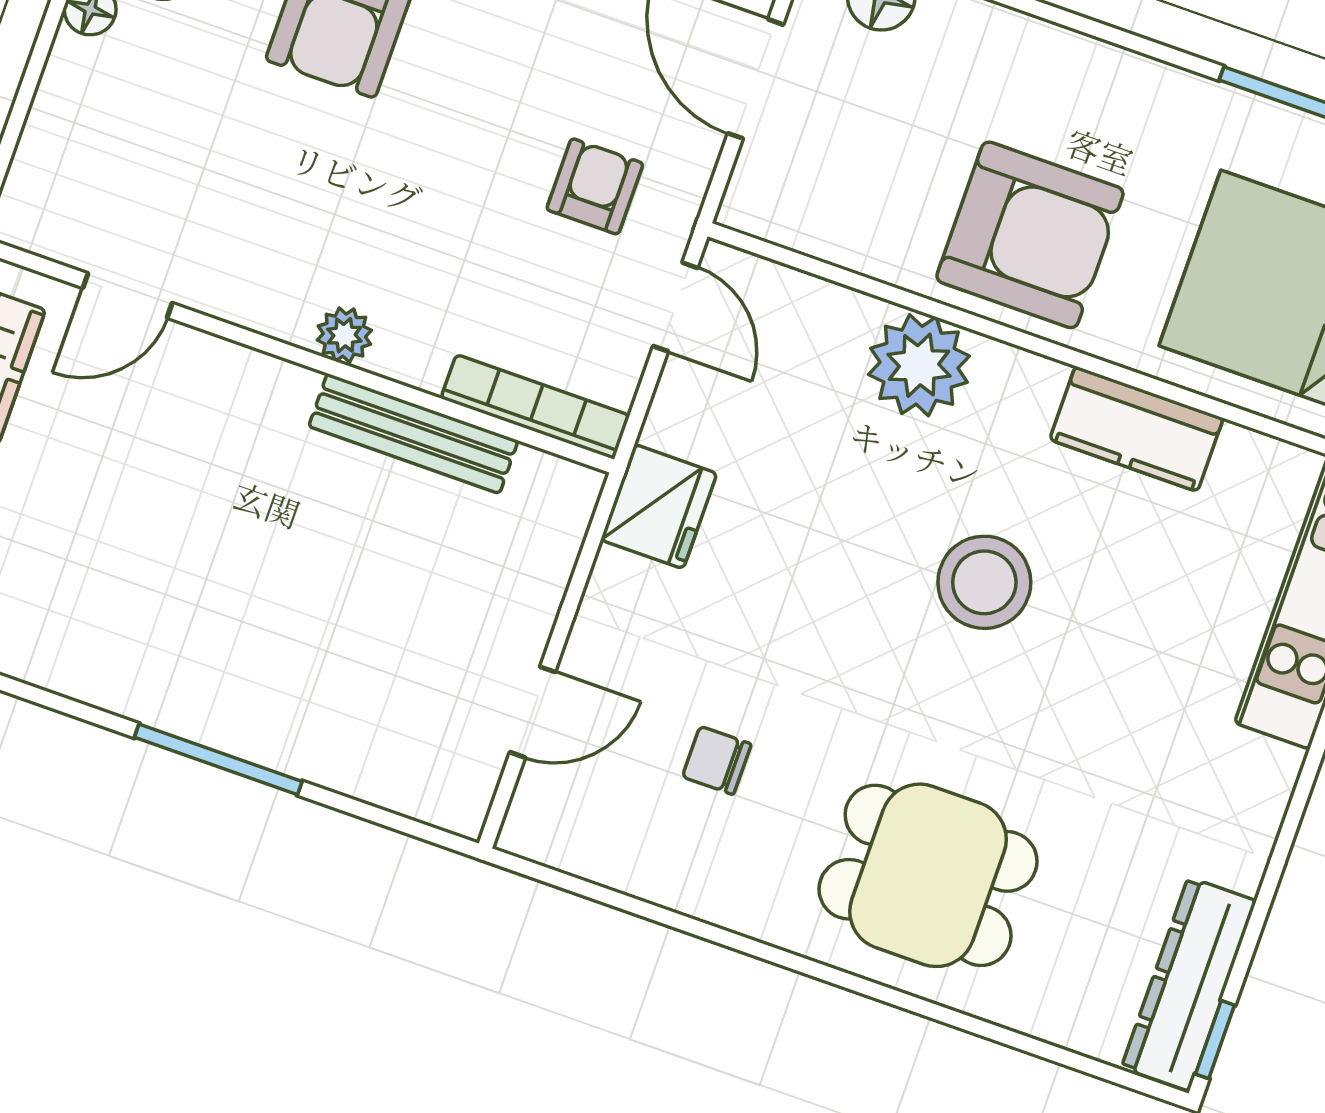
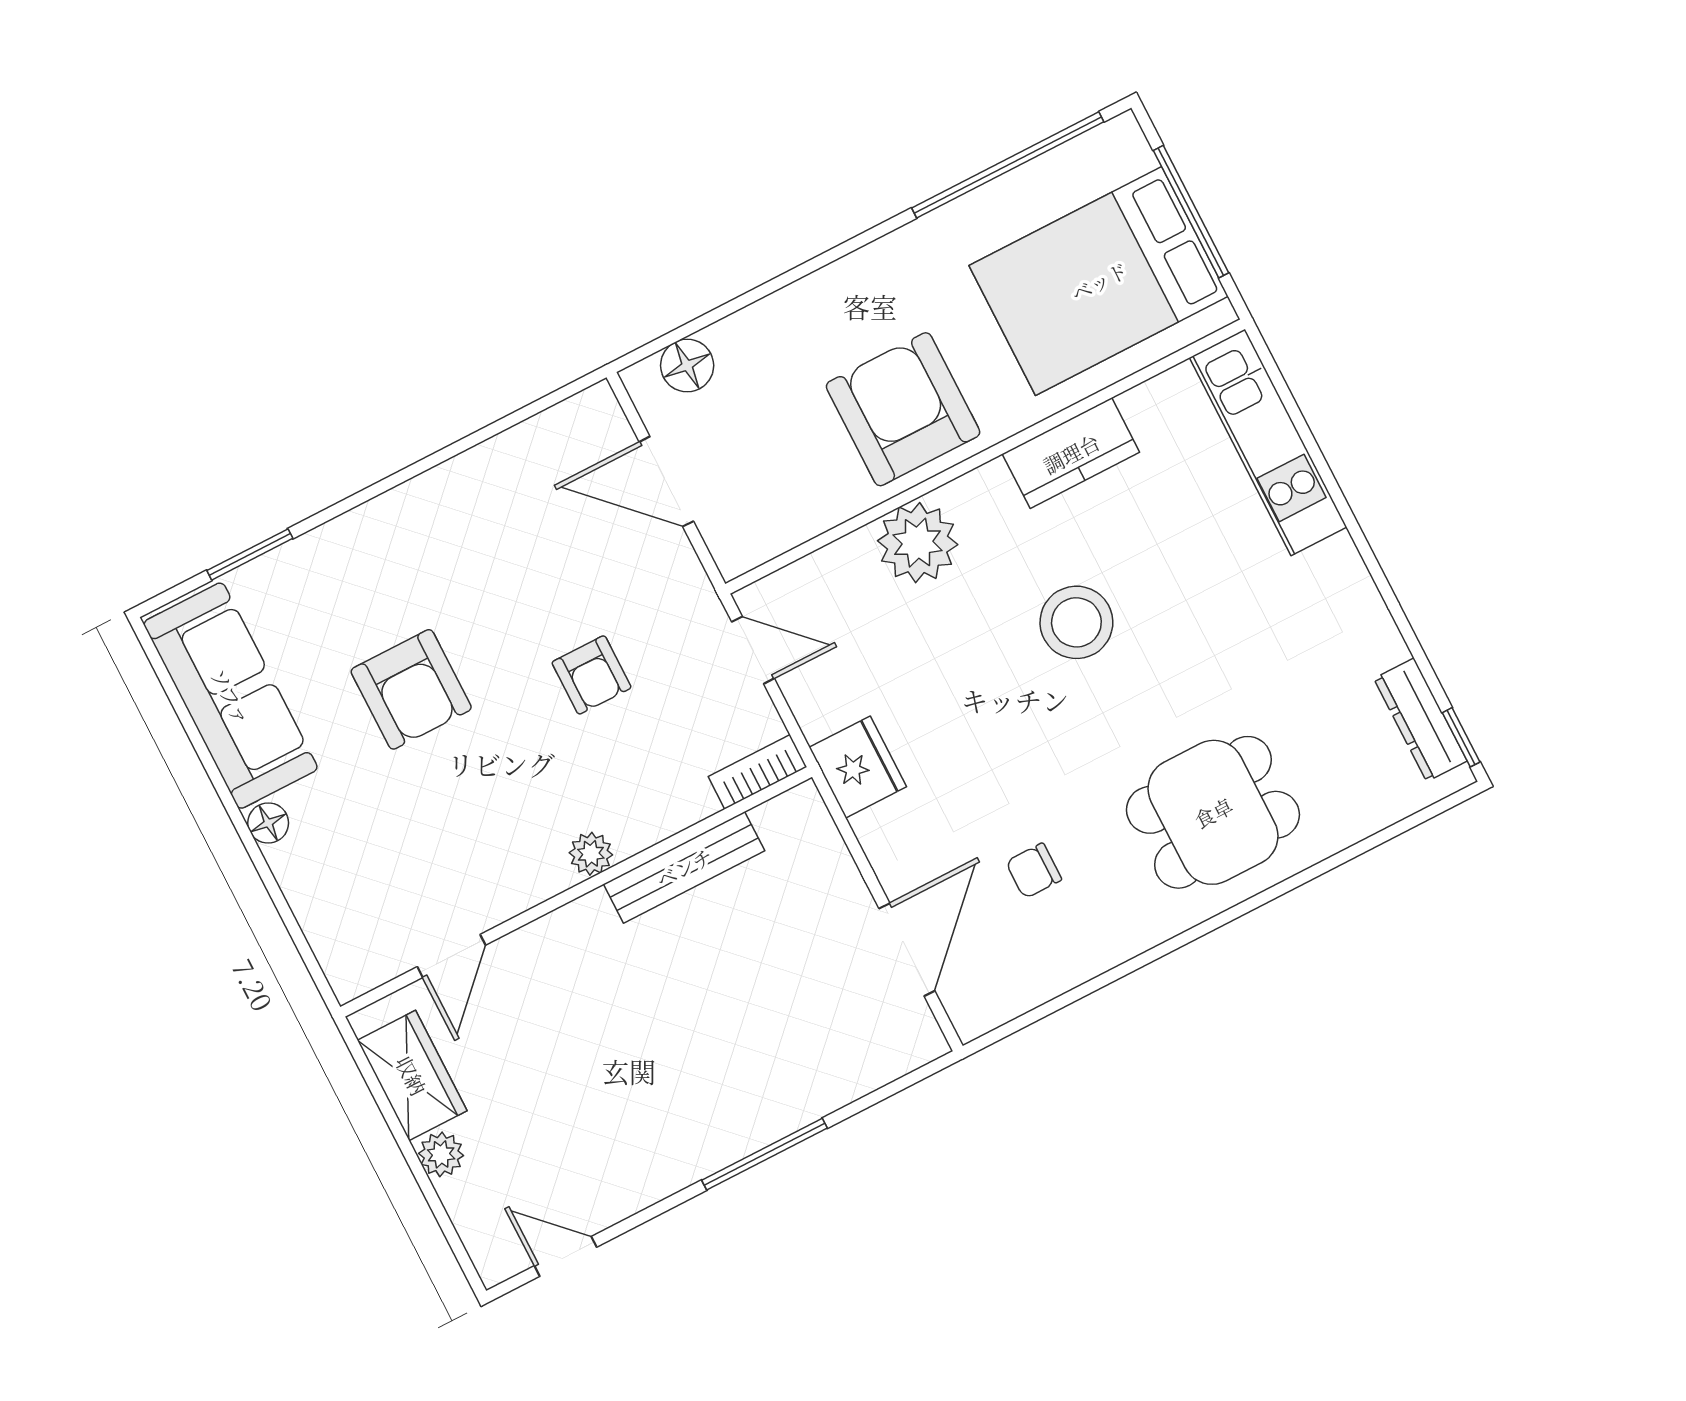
armchair: (595, 186) -> (592, 675), moved, turned 180
armchair: (1030, 235) -> (903, 409), turned -90
bookcase: (535, 407) -> (758, 772), width x0.64
door: (533, 712) -> (907, 950), width x1.38
dresser: (1189, 984) -> (1420, 720), width x0.73, depth x0.80

